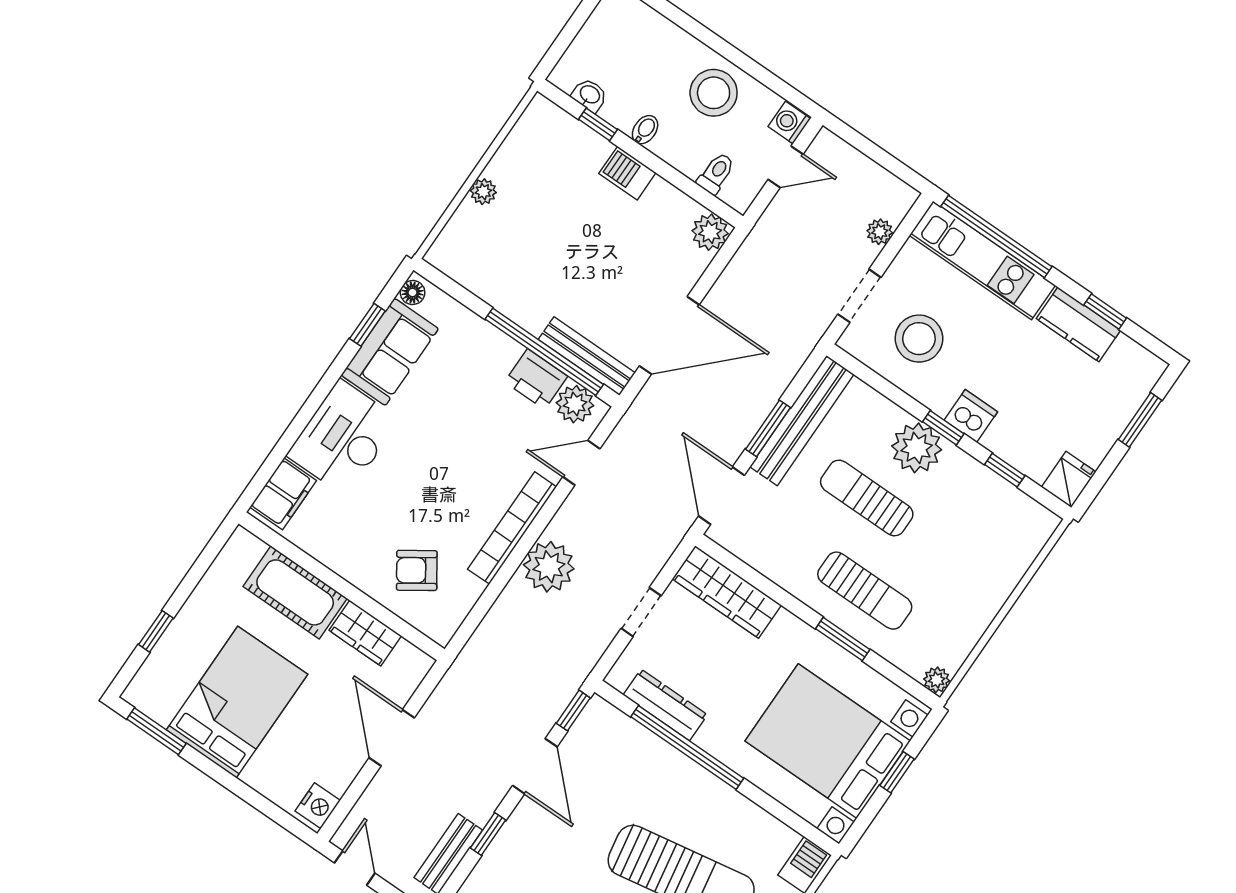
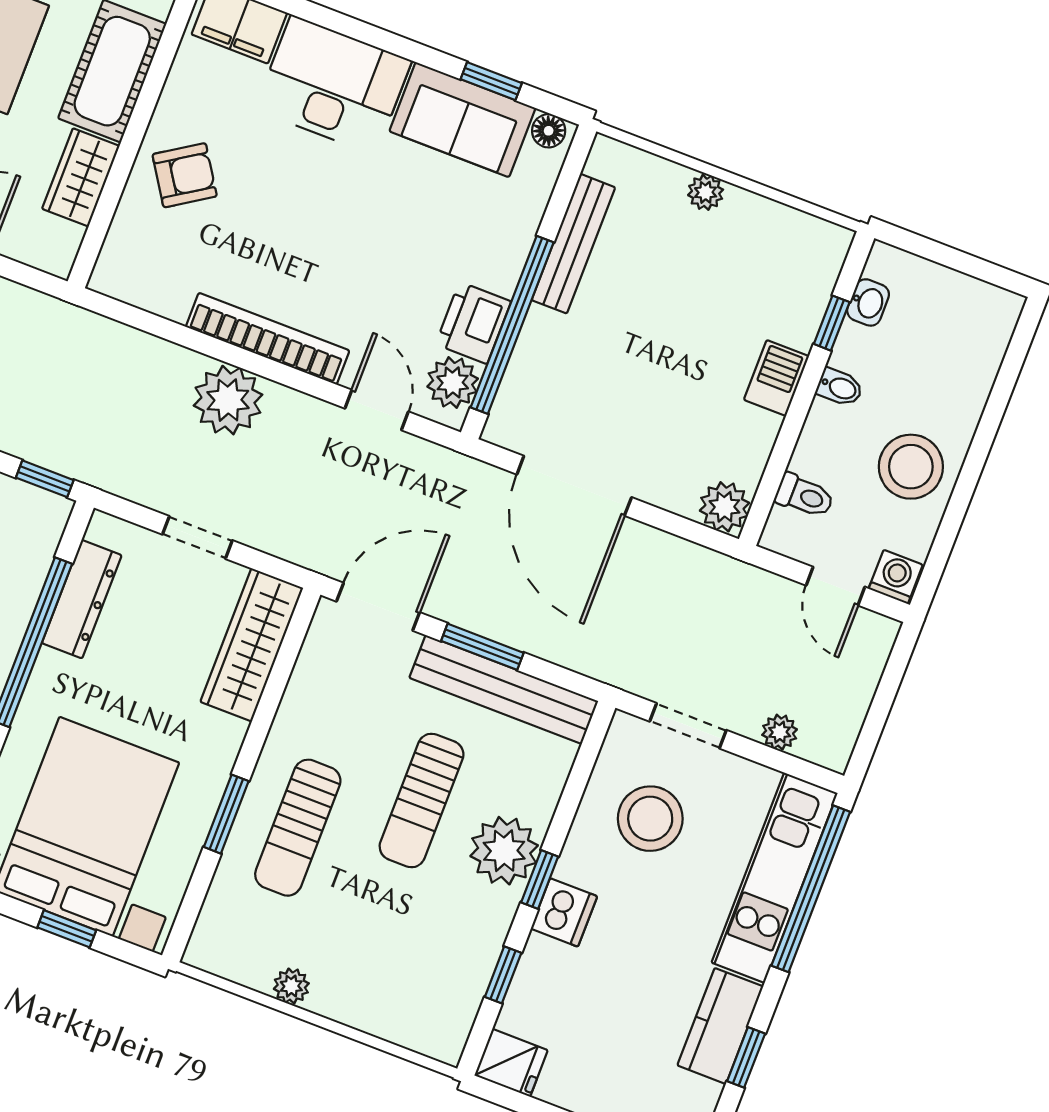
bench: (587, 356) -> (573, 244), moved
sun lounger: (867, 498) -> (422, 800), turned 180
armchair: (417, 570) -> (185, 175), moved, turned 91
plant: (937, 680) -> (291, 986), moved

